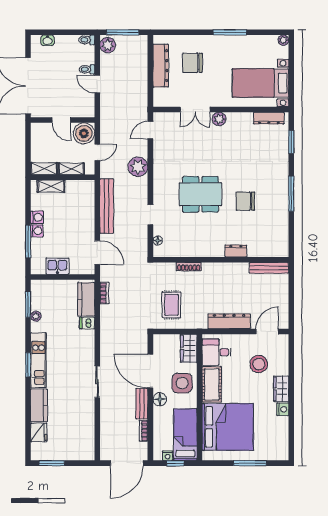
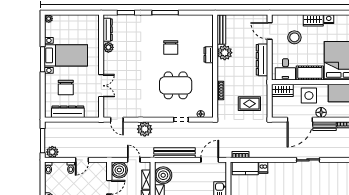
bed with nightstands: (261, 83) -> (66, 55), moved, turned -90
plant: (219, 119) -> (108, 47), moved
boiler: (77, 191) -> (163, 175), added
dining table: (200, 194) -> (176, 85), moved, turned 90
plant: (239, 272) -> (225, 53), added

